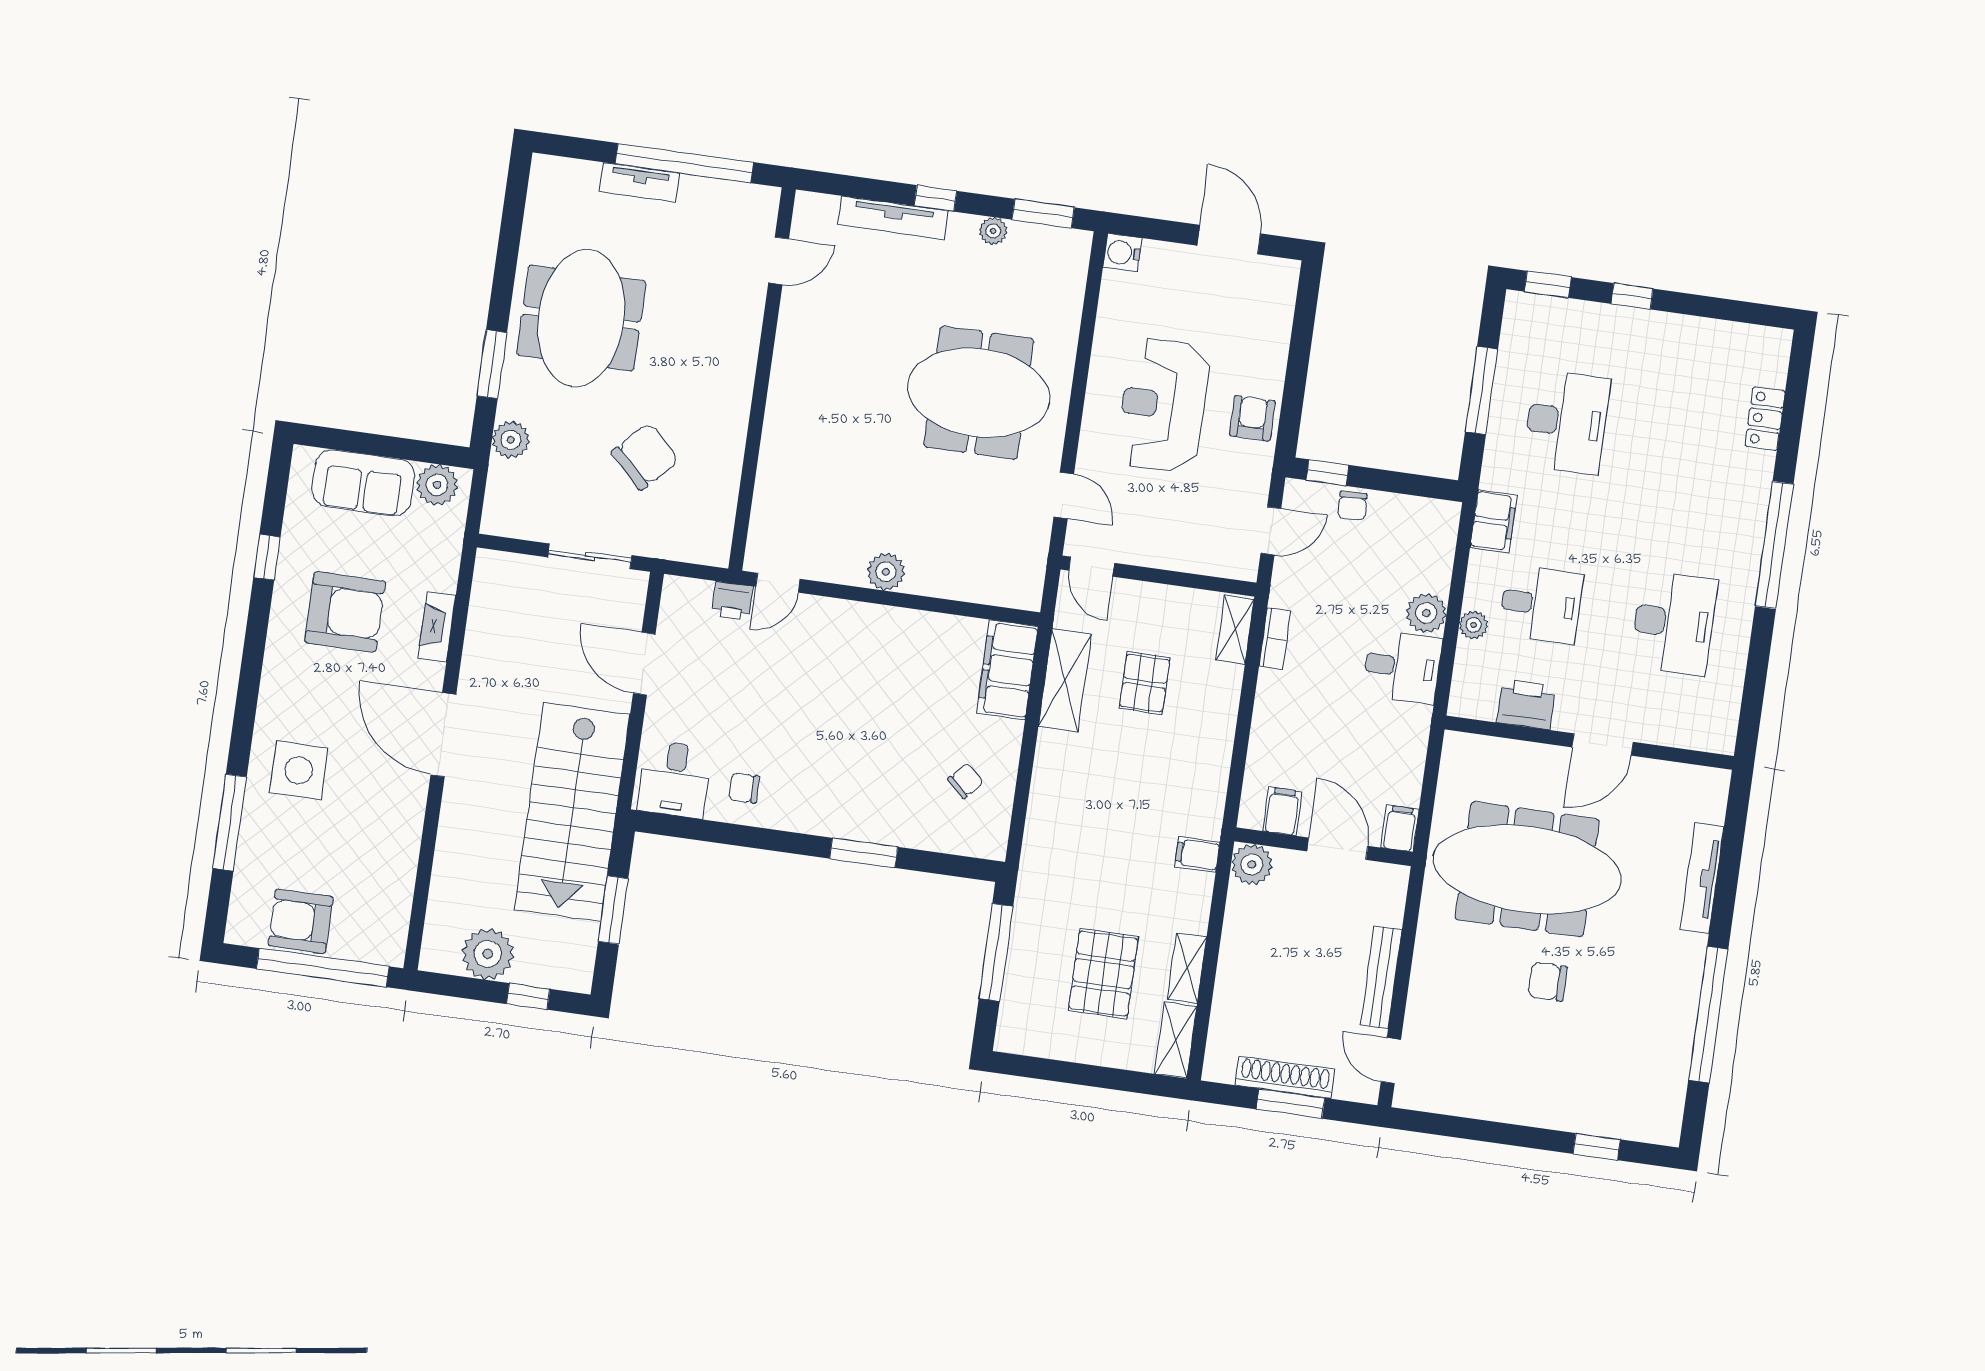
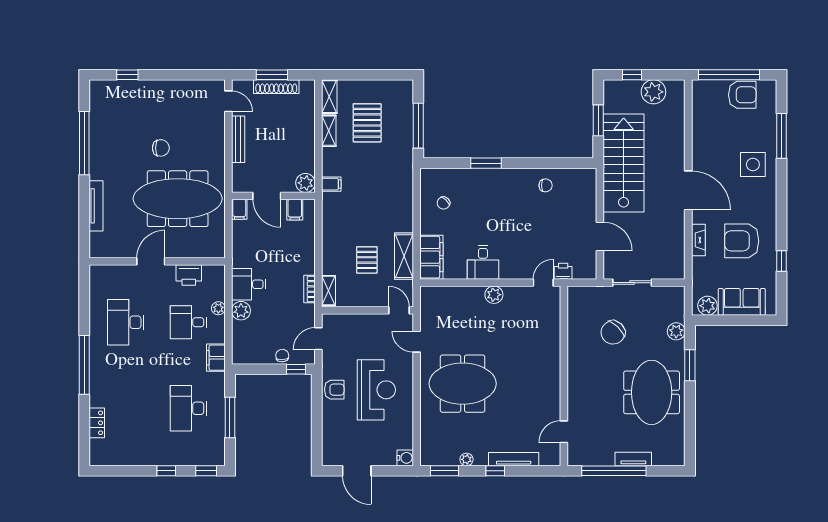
armchair: (1252, 418) -> (334, 390), turned -90
desk: (674, 779) -> (483, 262), moved, turned 180

